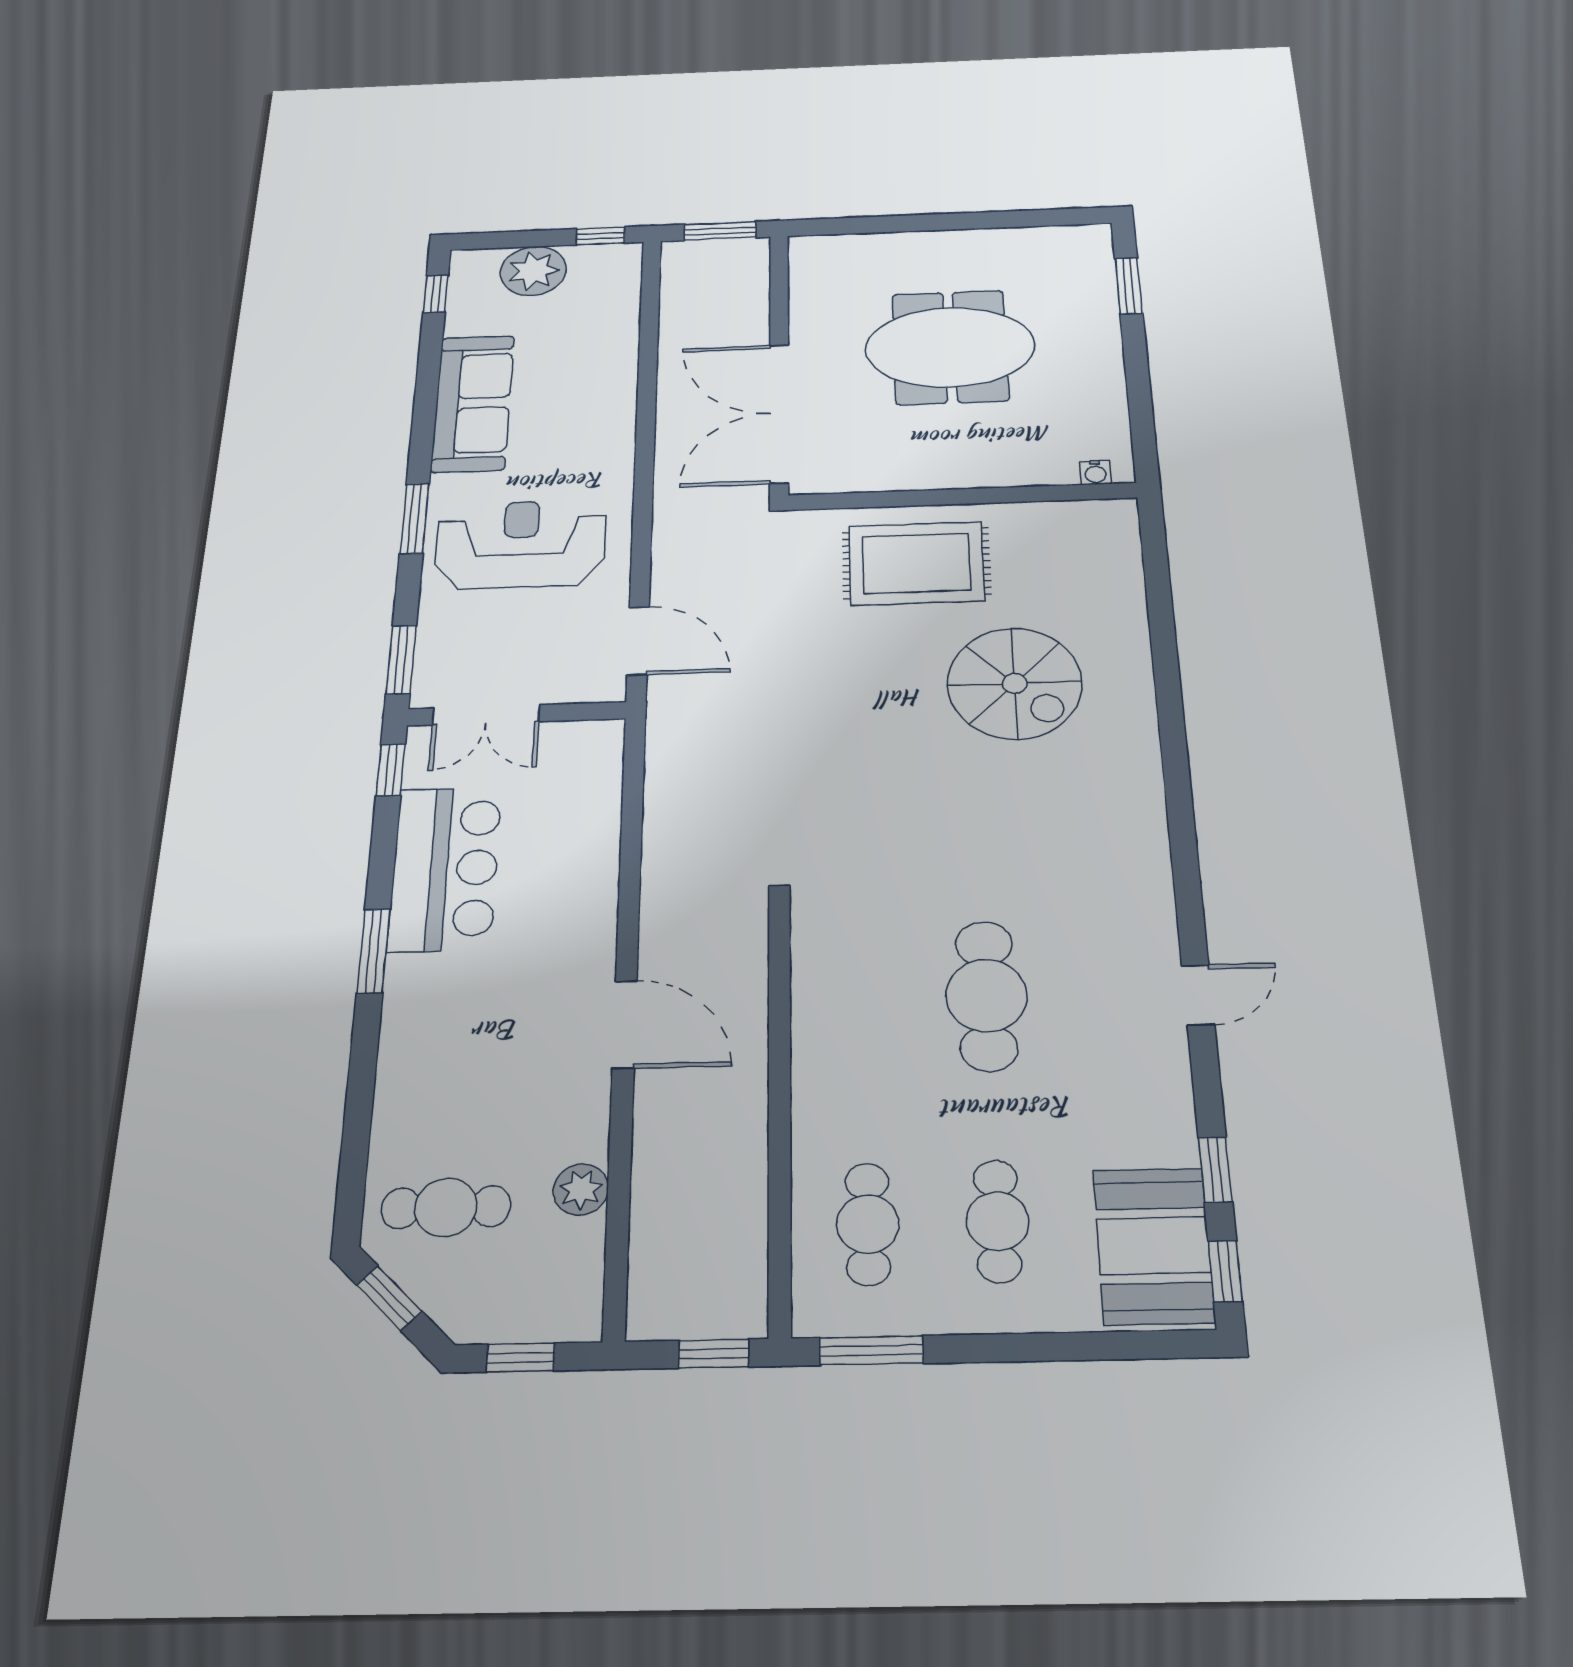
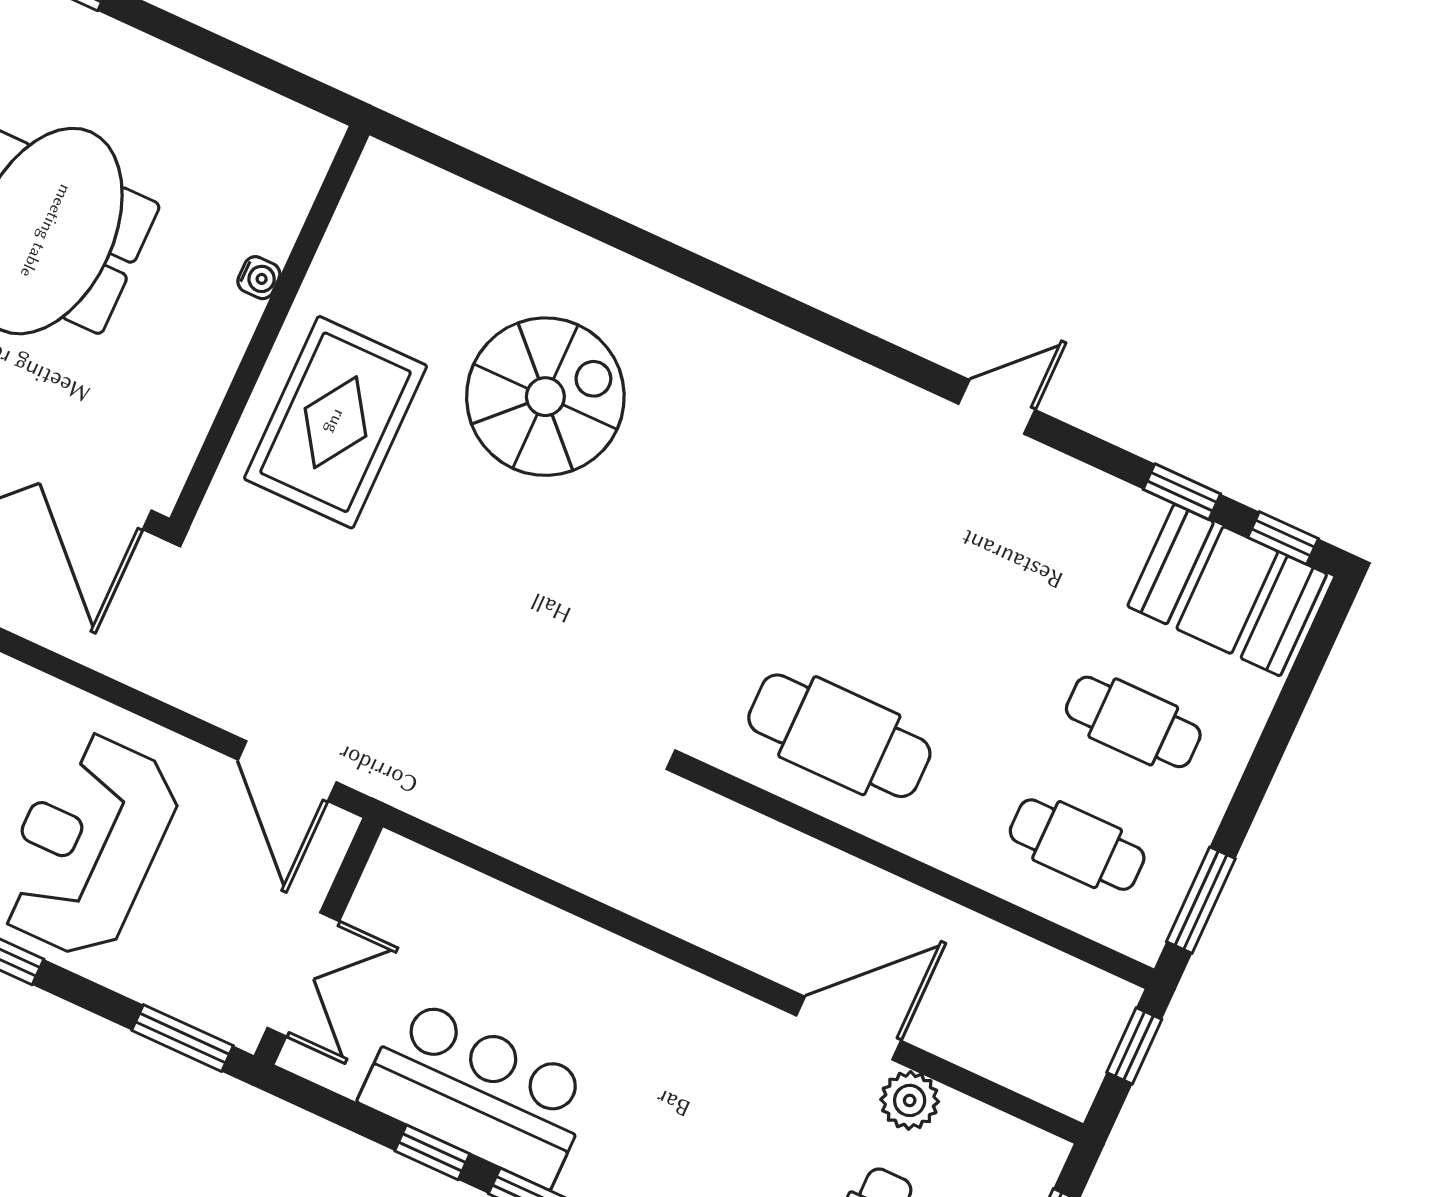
water cooler: (1095, 472) -> (259, 278), moved
door: (638, 641) -> (287, 771), swing flipped
window: (391, 770) -> (432, 1152), moved
cafe table: (986, 995) -> (839, 736), moved
door: (1198, 995) -> (997, 407), hinge flipped
door: (625, 1024) -> (849, 1028), moved

